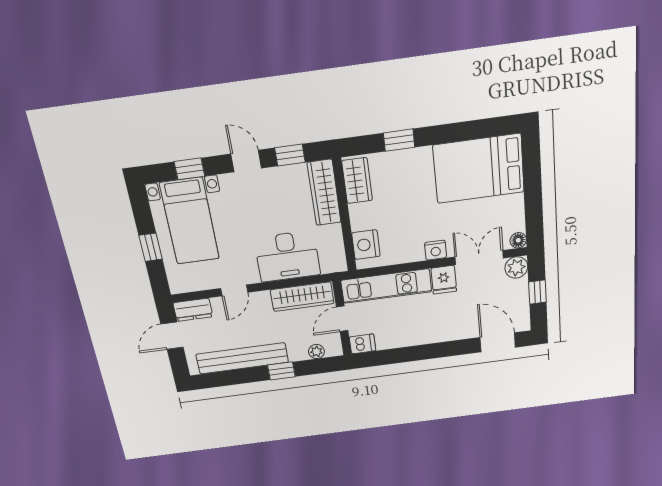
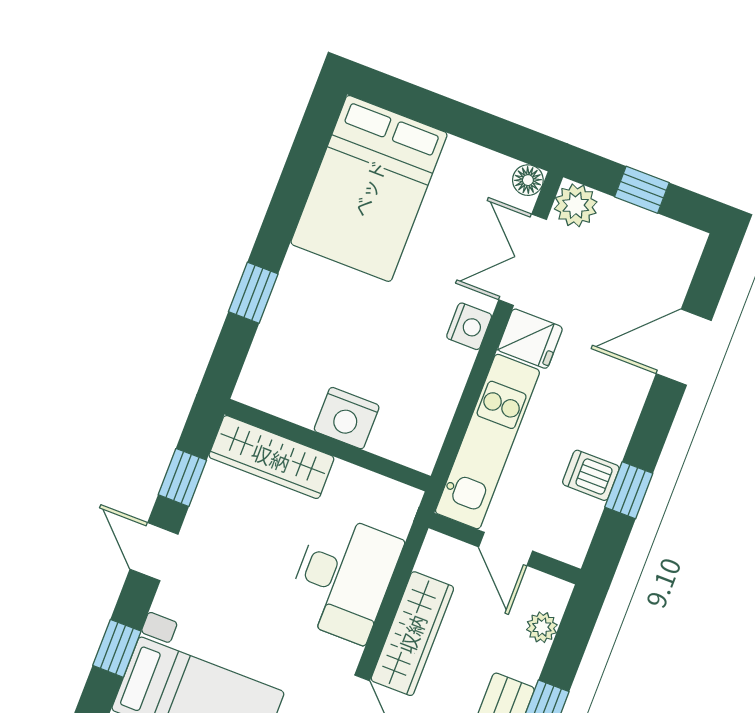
door: (246, 161) -> (154, 552), hinge flipped
wardrobe: (357, 181) -> (281, 394), removed
nightstand: (366, 245) -> (347, 418), moved
wardrobe: (302, 297) -> (412, 634), moved
door: (498, 342) -> (684, 347), moved
dishwasher: (362, 344) -> (591, 475), moved, turned -90
window: (398, 356) -> (629, 490), added

